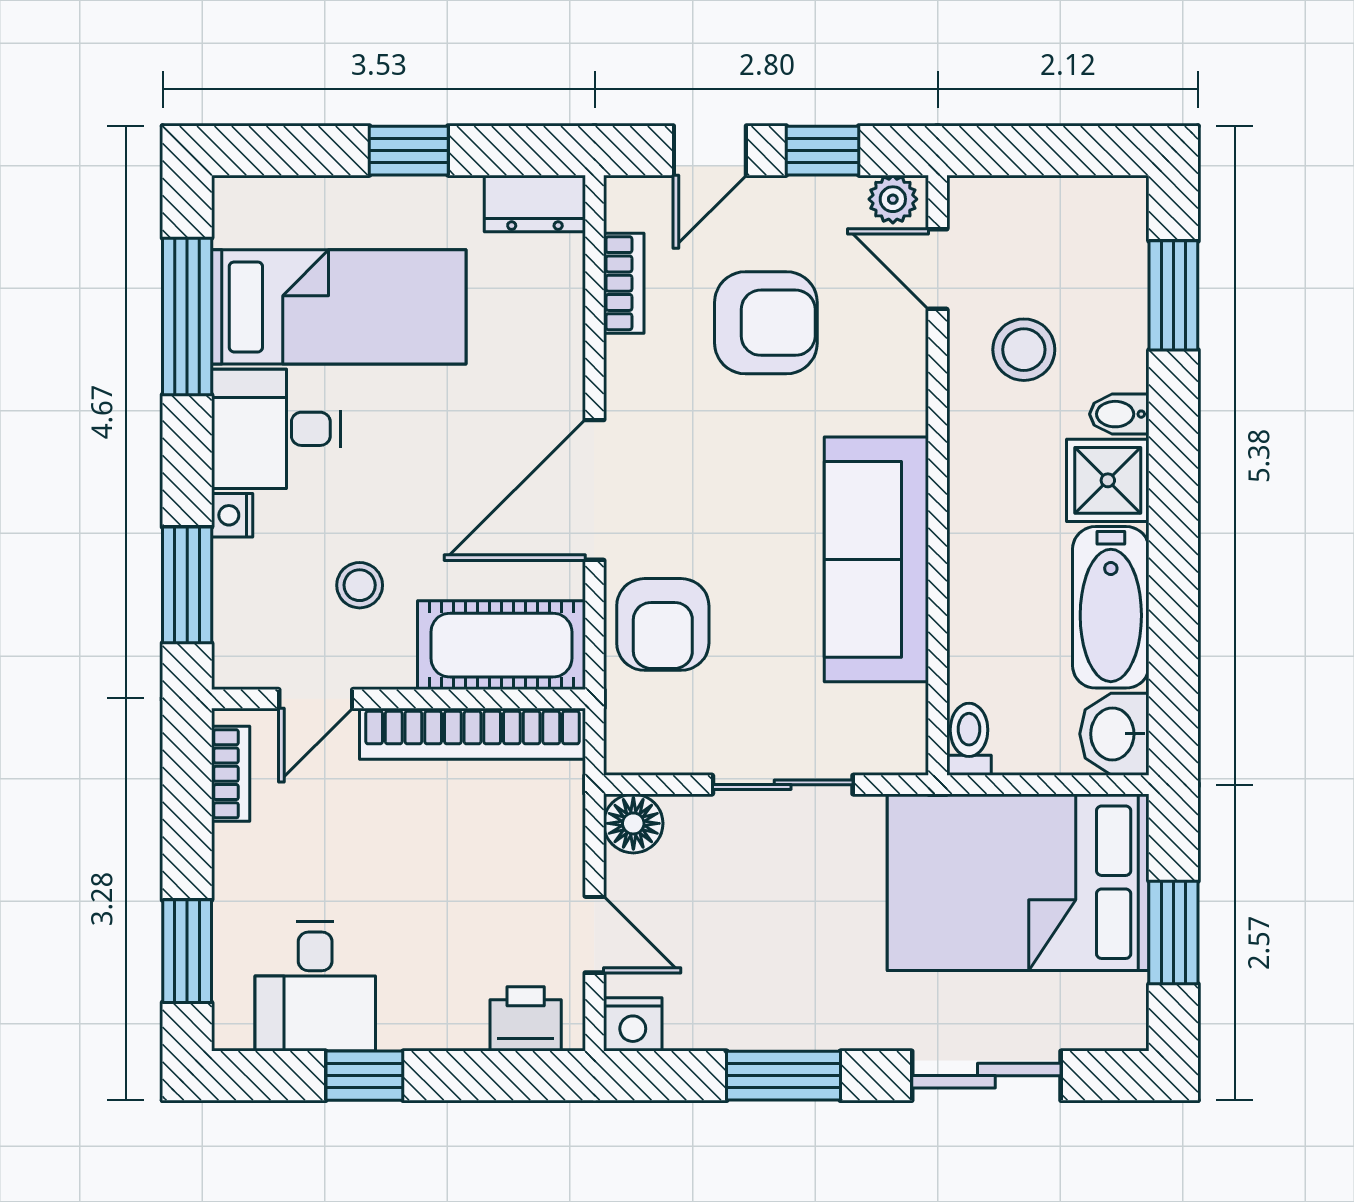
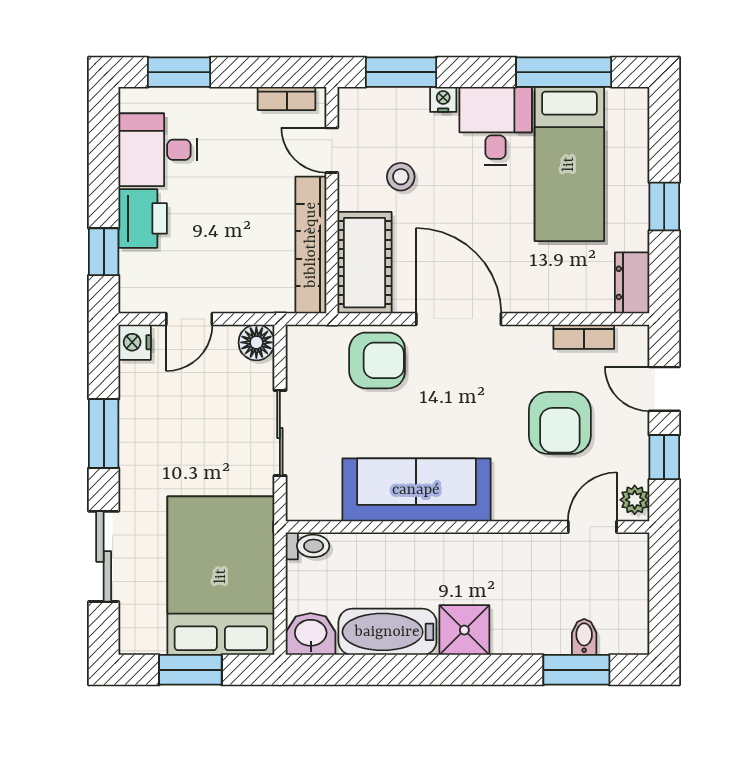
stool: (1024, 350) -> (544, 579), removed
bidet: (1119, 414) -> (584, 637), moved
armchair: (663, 624) -> (377, 360), turned 180
printer: (526, 1019) -> (143, 218), moved, width x1.36, depth x1.24
window: (364, 1076) -> (104, 252), moved

